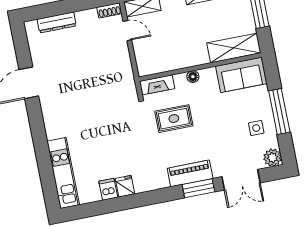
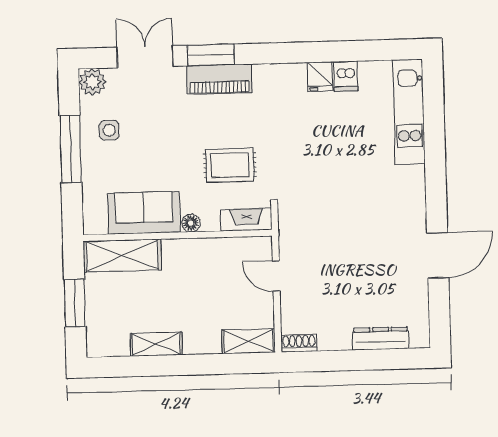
door: (127, 31) -> (276, 276), moved
sofa: (241, 75) -> (144, 213), moved

